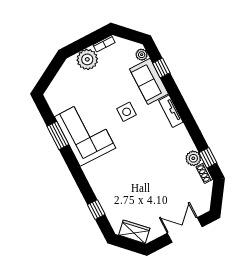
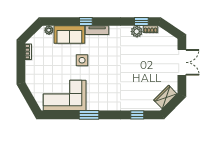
plant: (87, 59) -> (33, 68), removed
window: (161, 68) -> (86, 21), moved
corner sofa: (85, 132) -> (65, 95), moved
window: (58, 135) -> (89, 115), moved
double door: (185, 230) -> (182, 62), swing flipped

